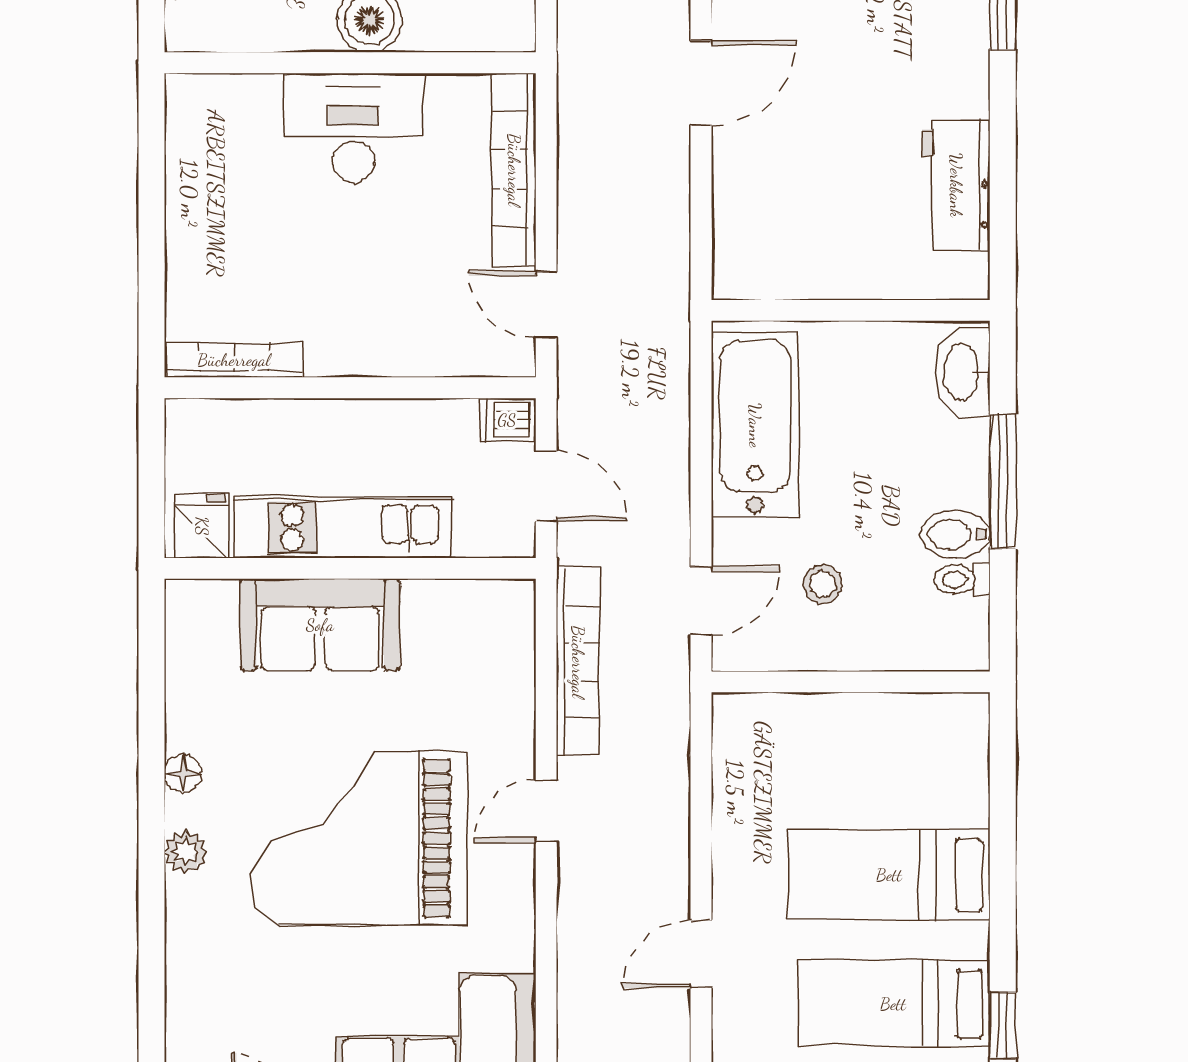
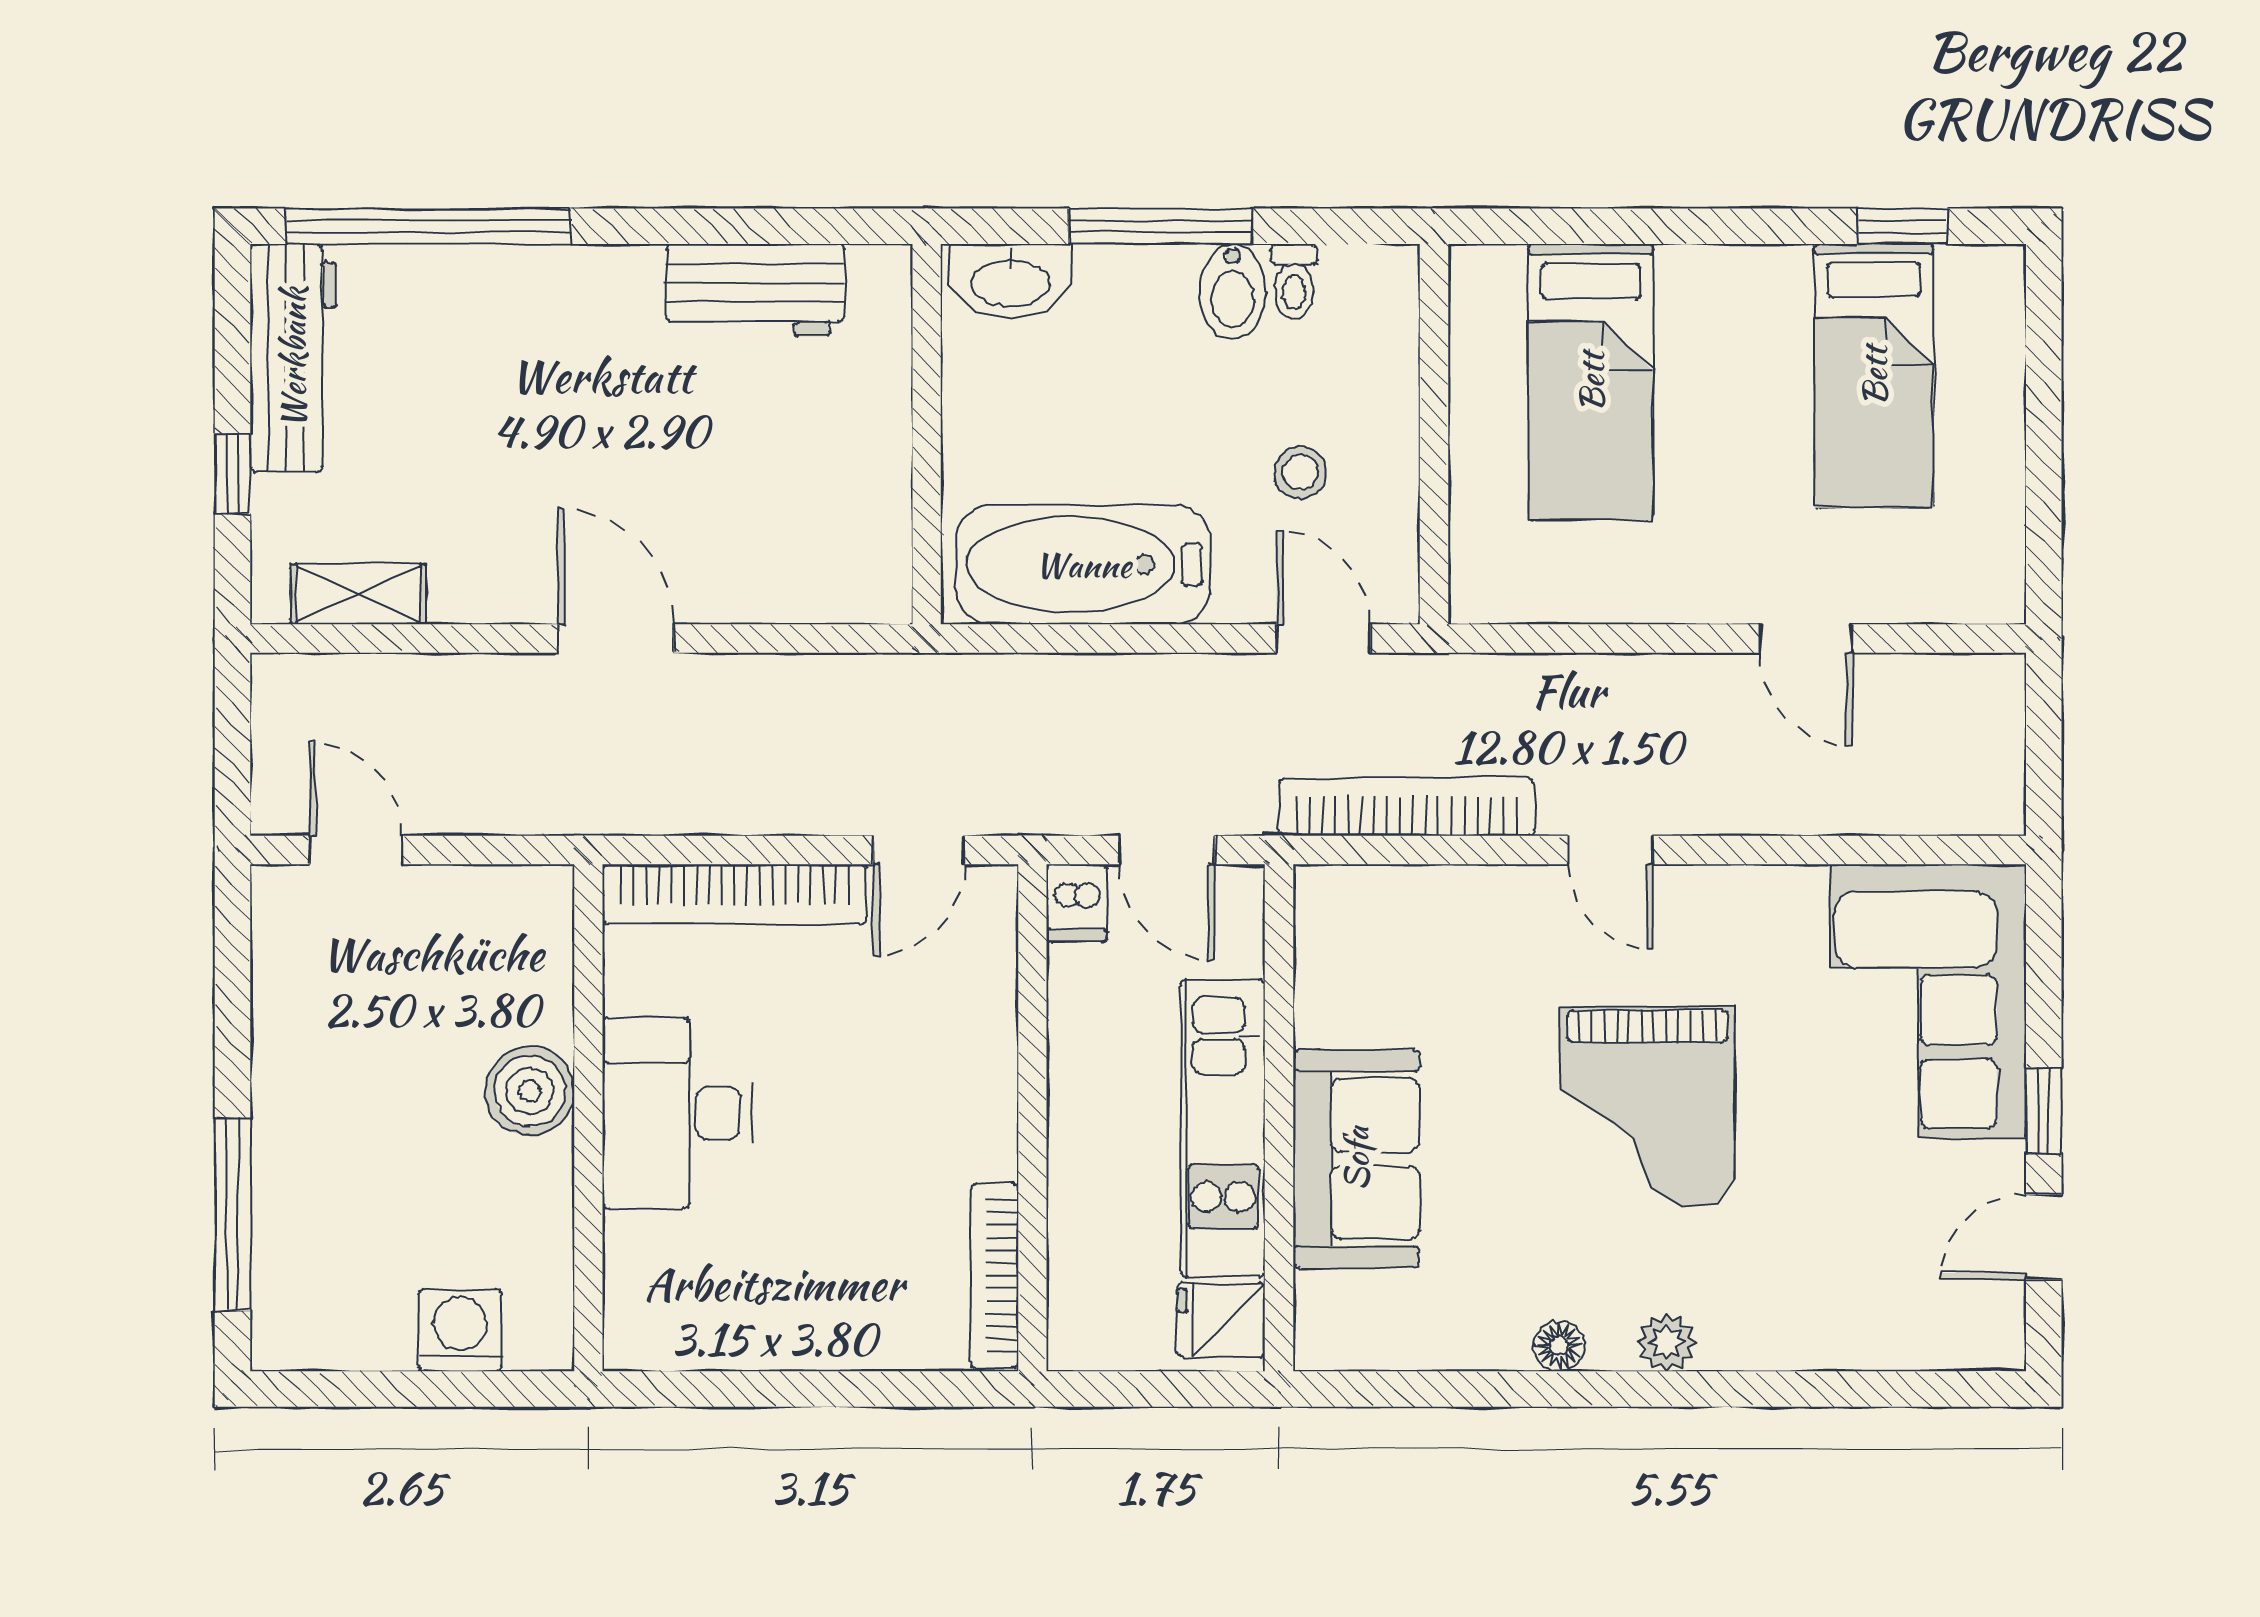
door: (546, 486) -> (1167, 850), swing flipped
grand piano: (358, 838) -> (1647, 1107), width x0.73, depth x0.68
bed: (889, 875) -> (1591, 382), moved

